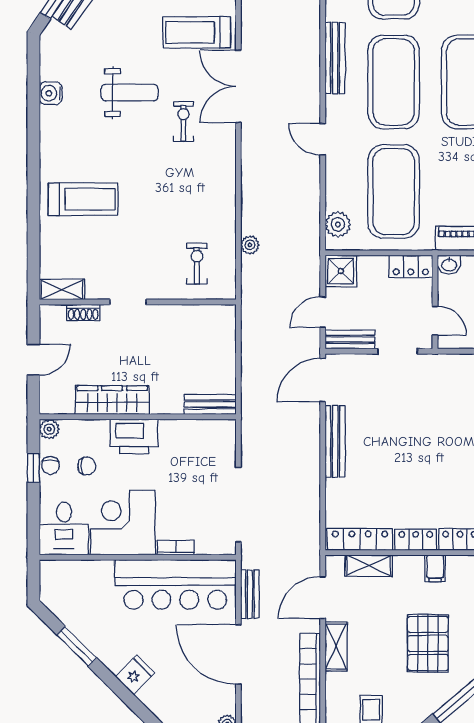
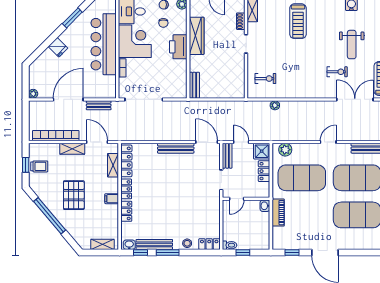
locker: (411, 266) -> (264, 171), moved
bar counter: (175, 584) -> (104, 44), moved
pallet: (428, 643) -> (74, 195), turned 90

